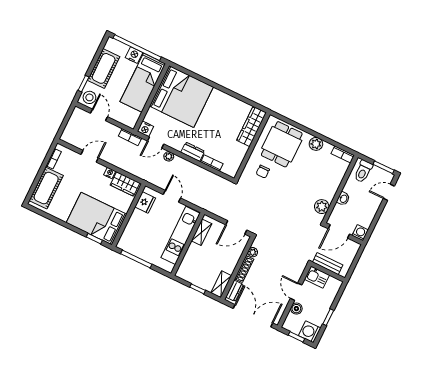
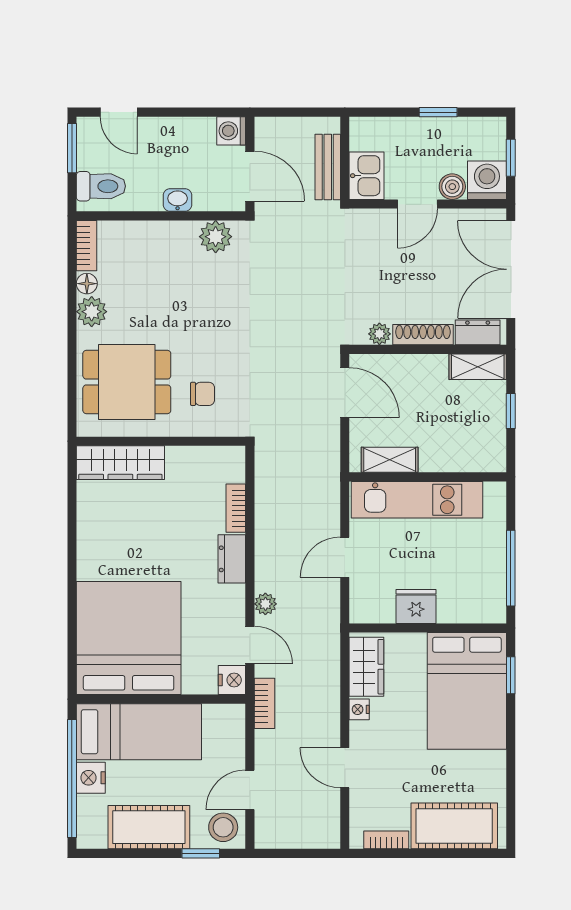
floor lamp: (328, 147) -> (87, 284), added
fridge: (145, 202) -> (416, 606), moved
washing machine: (310, 332) -> (487, 180), moved, turned 180

